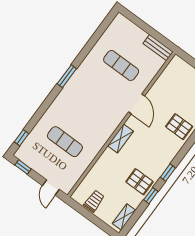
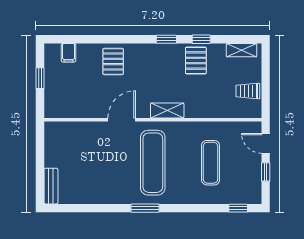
bench: (158, 48) -> (51, 186), moved
exercise mat: (121, 65) -> (153, 163), moved, width x1.36, depth x1.45
window: (23, 167) -> (266, 172), moved
door: (51, 187) -> (266, 143), swing flipped

